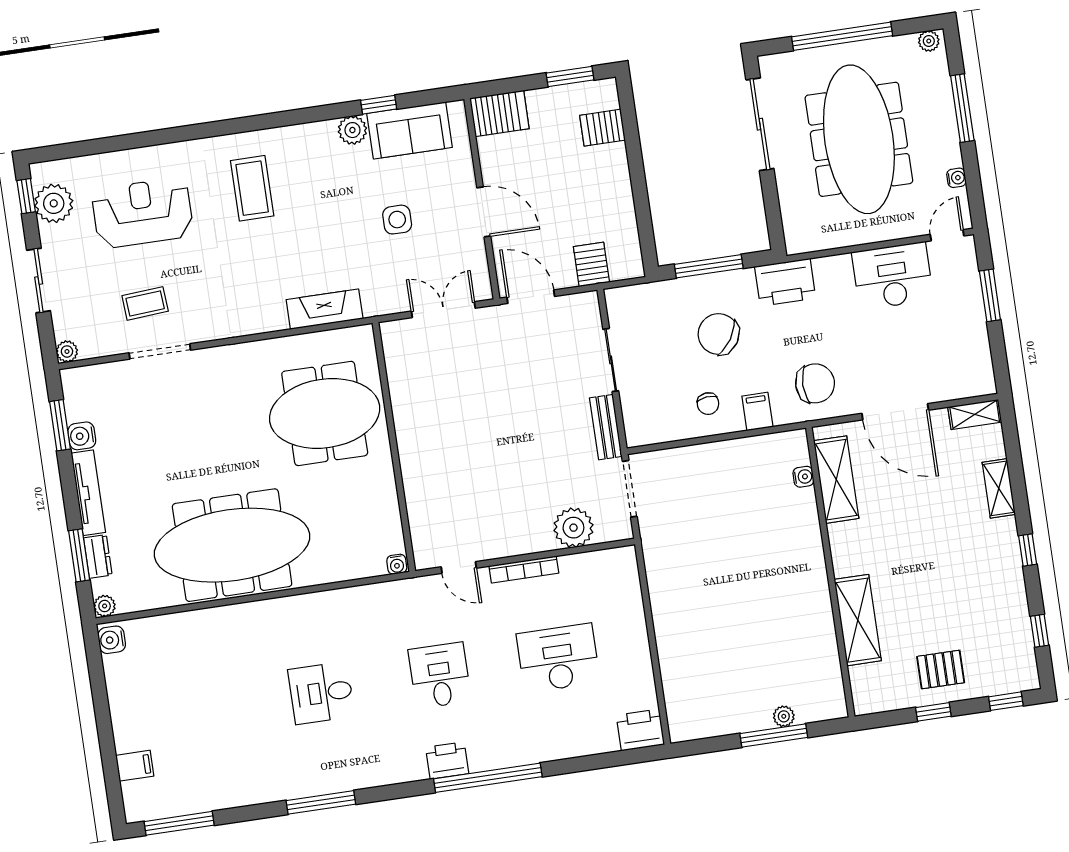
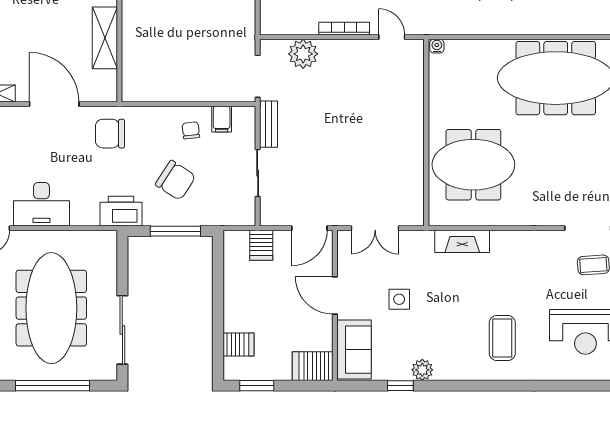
sofa: (410, 130) -> (354, 350), moved, turned 90
door: (531, 297) -> (309, 228), hinge flipped
filing cabinet: (757, 412) -> (222, 119), moved
water cooler: (803, 477) -> (129, 66), removed
shelving: (836, 480) -> (105, 38), moved

